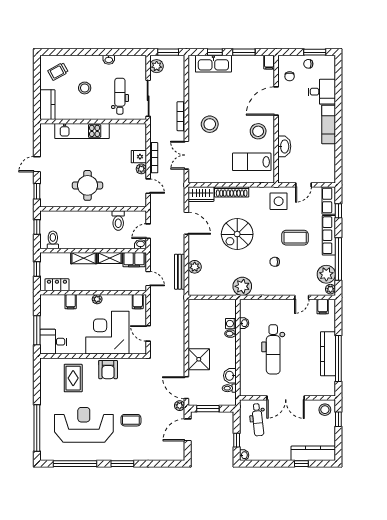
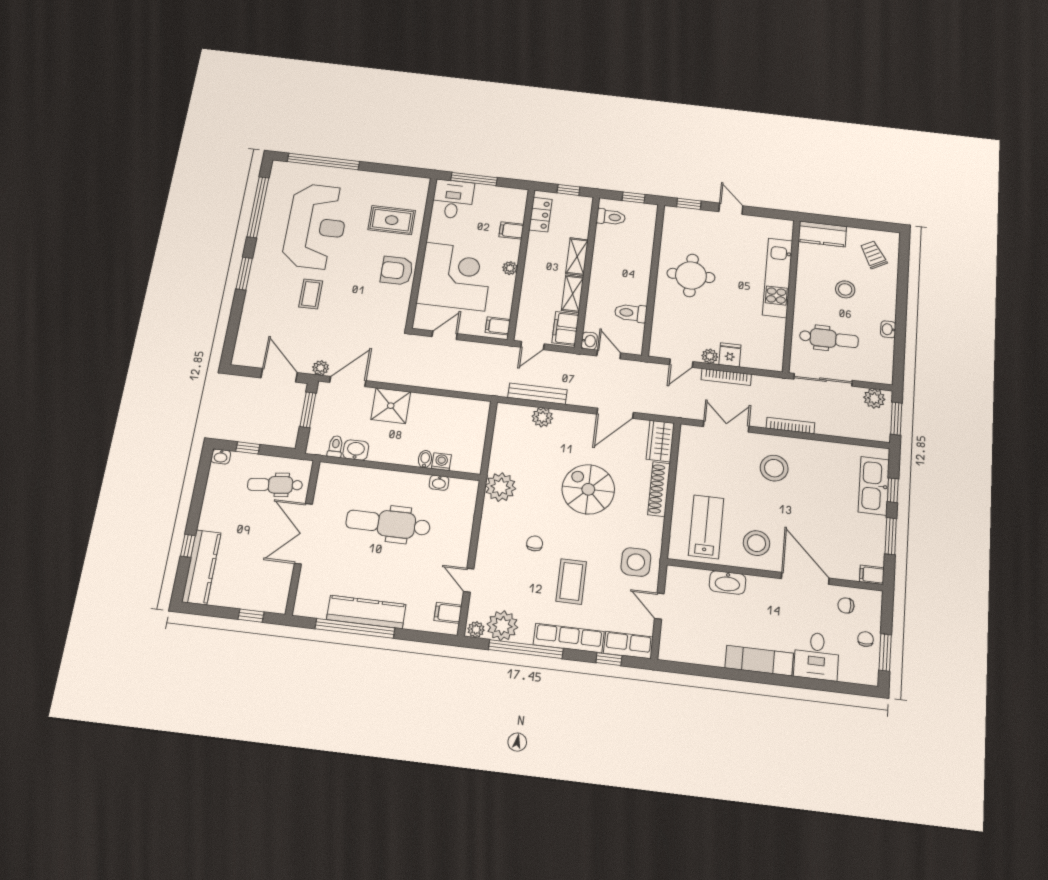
stool: (325, 410) -> (272, 595), removed

